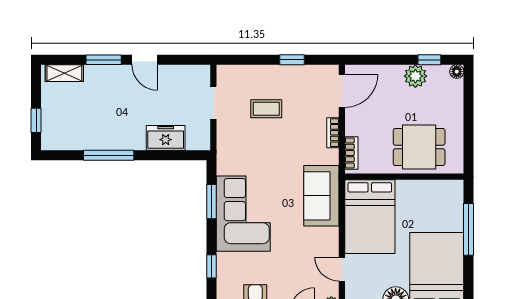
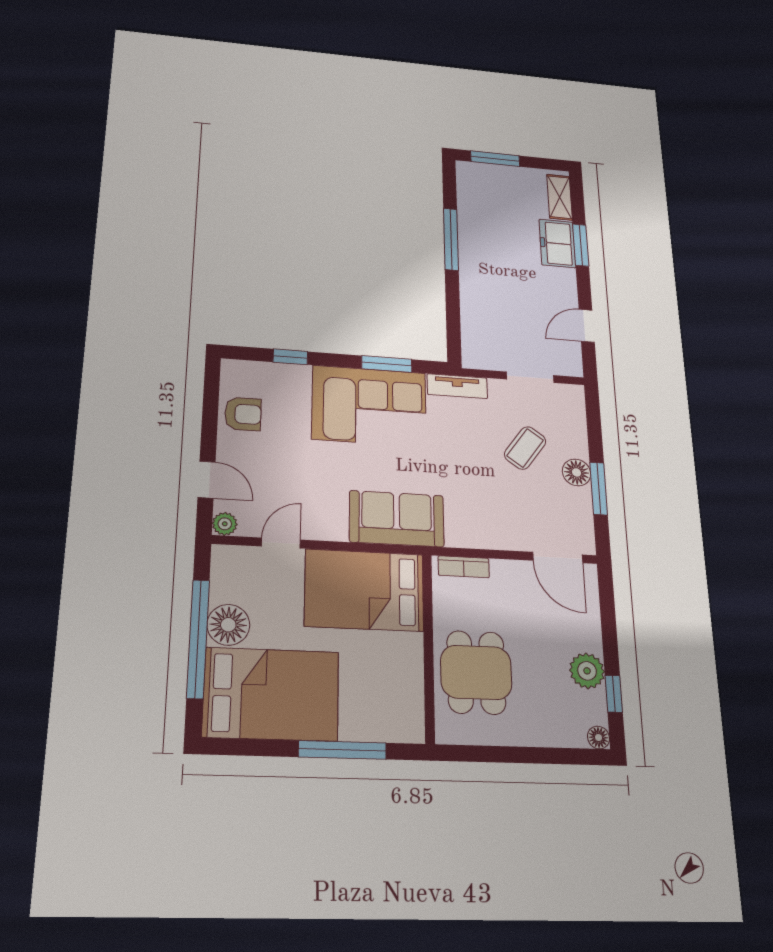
door: (145, 60) -> (587, 326), moved
window: (292, 60) -> (599, 488), width x1.50
floor lamp: (282, 74) -> (577, 472), added
coffee table: (266, 109) -> (525, 448), turned 36
window: (36, 120) -> (495, 159), width x1.50
bookcase: (333, 133) -> (494, 541), removed
freezer: (166, 138) -> (557, 243), moved, turned 180
tv unit: (224, 154) -> (457, 386), added

